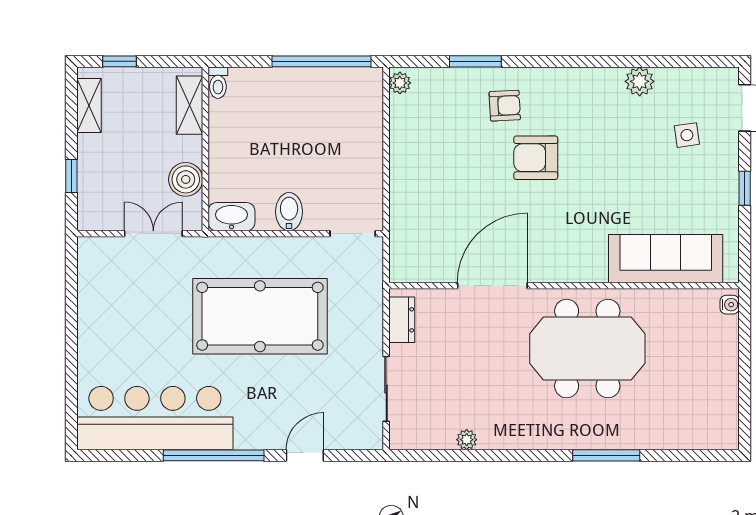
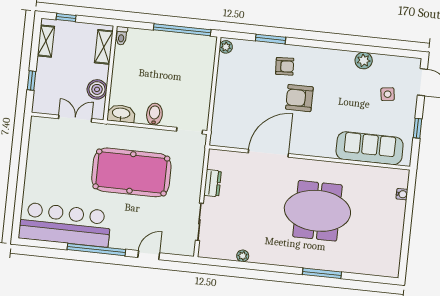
sofa: (666, 259) -> (370, 148), moved
door: (492, 286) -> (268, 153), moved
wall: (564, 286) -> (310, 158), moved

